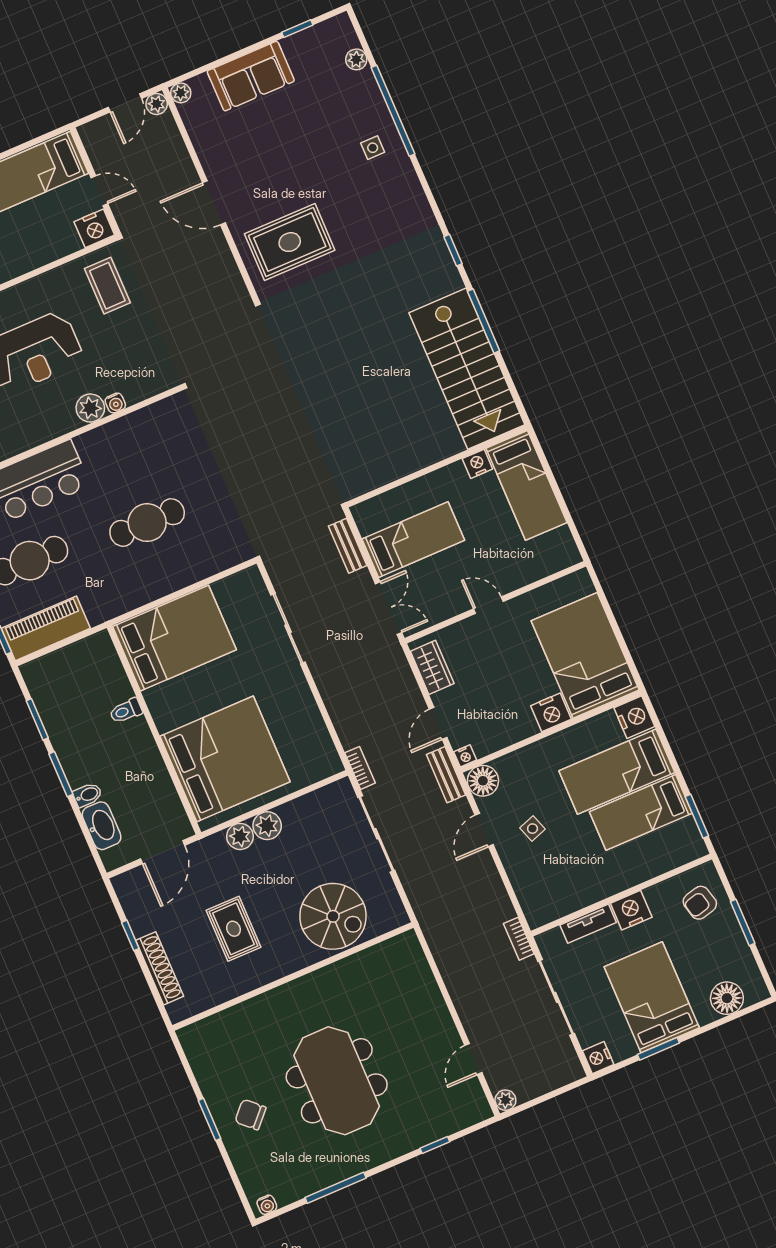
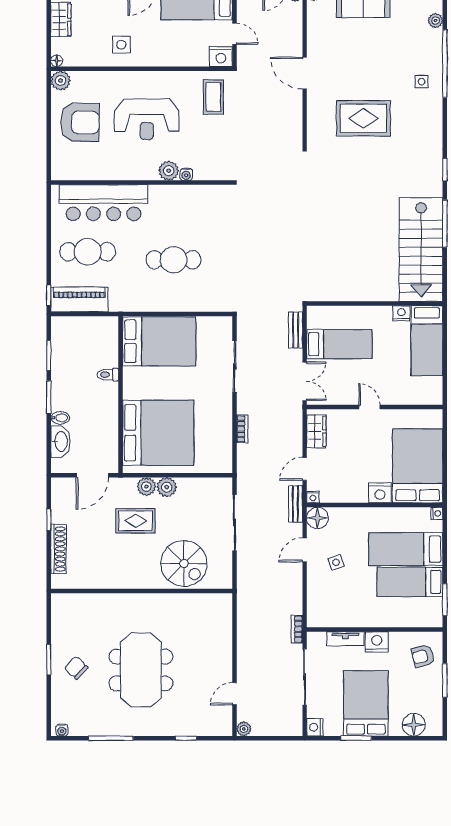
rug: (290, 242) -> (363, 118), moved
nightstand: (634, 717) -> (437, 513), width x0.53, depth x0.56
bookcase: (360, 768) -> (242, 429), moved
rug: (234, 929) -> (136, 521), moved, turned 90

